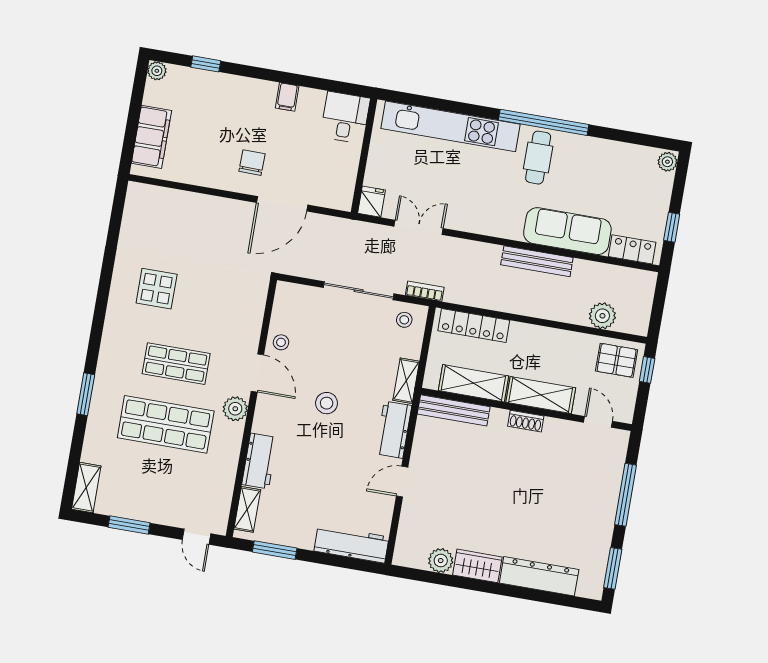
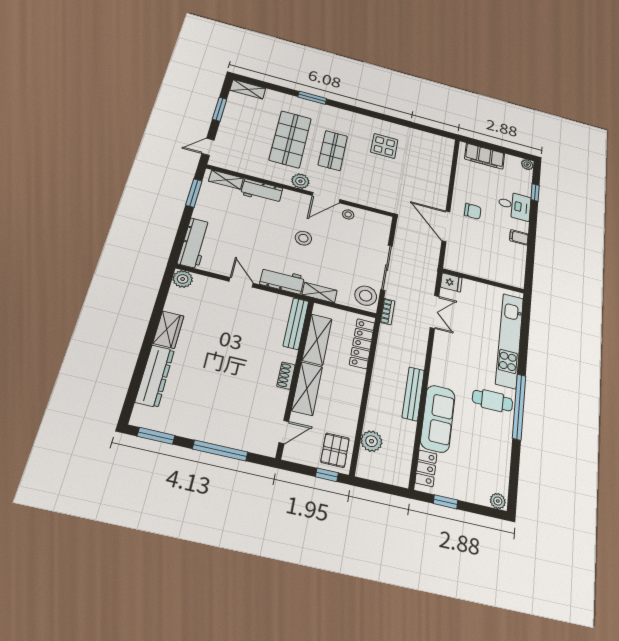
desk: (345, 117) -> (515, 206), moved
stool: (404, 320) -> (366, 296), width x1.89, depth x1.89
plant: (441, 561) -> (183, 279), moved

